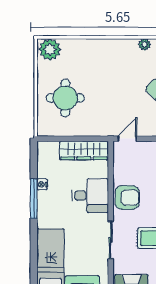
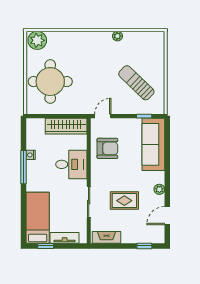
round table: (65, 98) -> (50, 82), width x1.36, depth x1.36
armchair: (127, 198) -> (107, 148), moved

